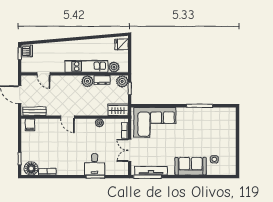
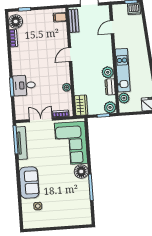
floor lamp: (183, 114) -> (81, 171), added

